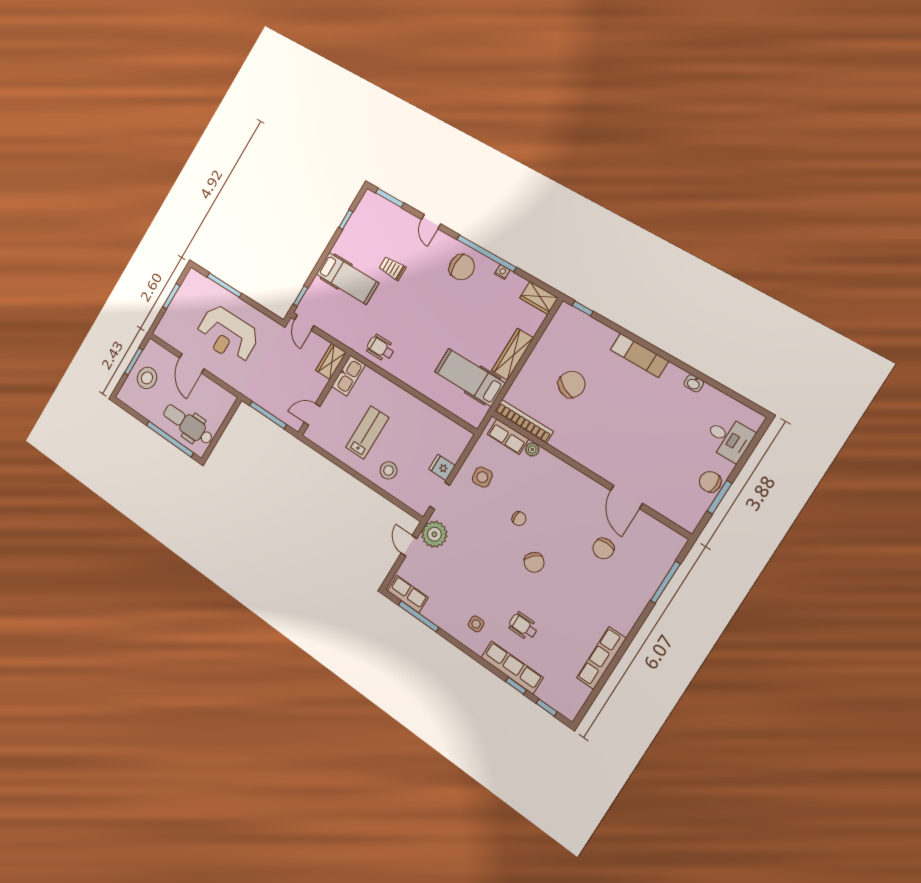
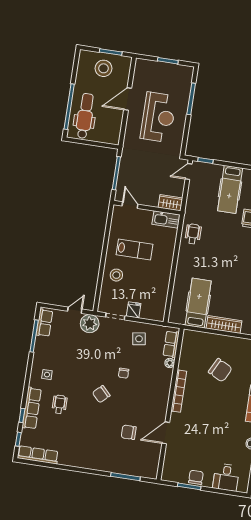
reception desk: (227, 334) -> (158, 117), turned 180
bookcase: (524, 421) -> (179, 391), moved
row of seats: (601, 658) -> (38, 455), moved

